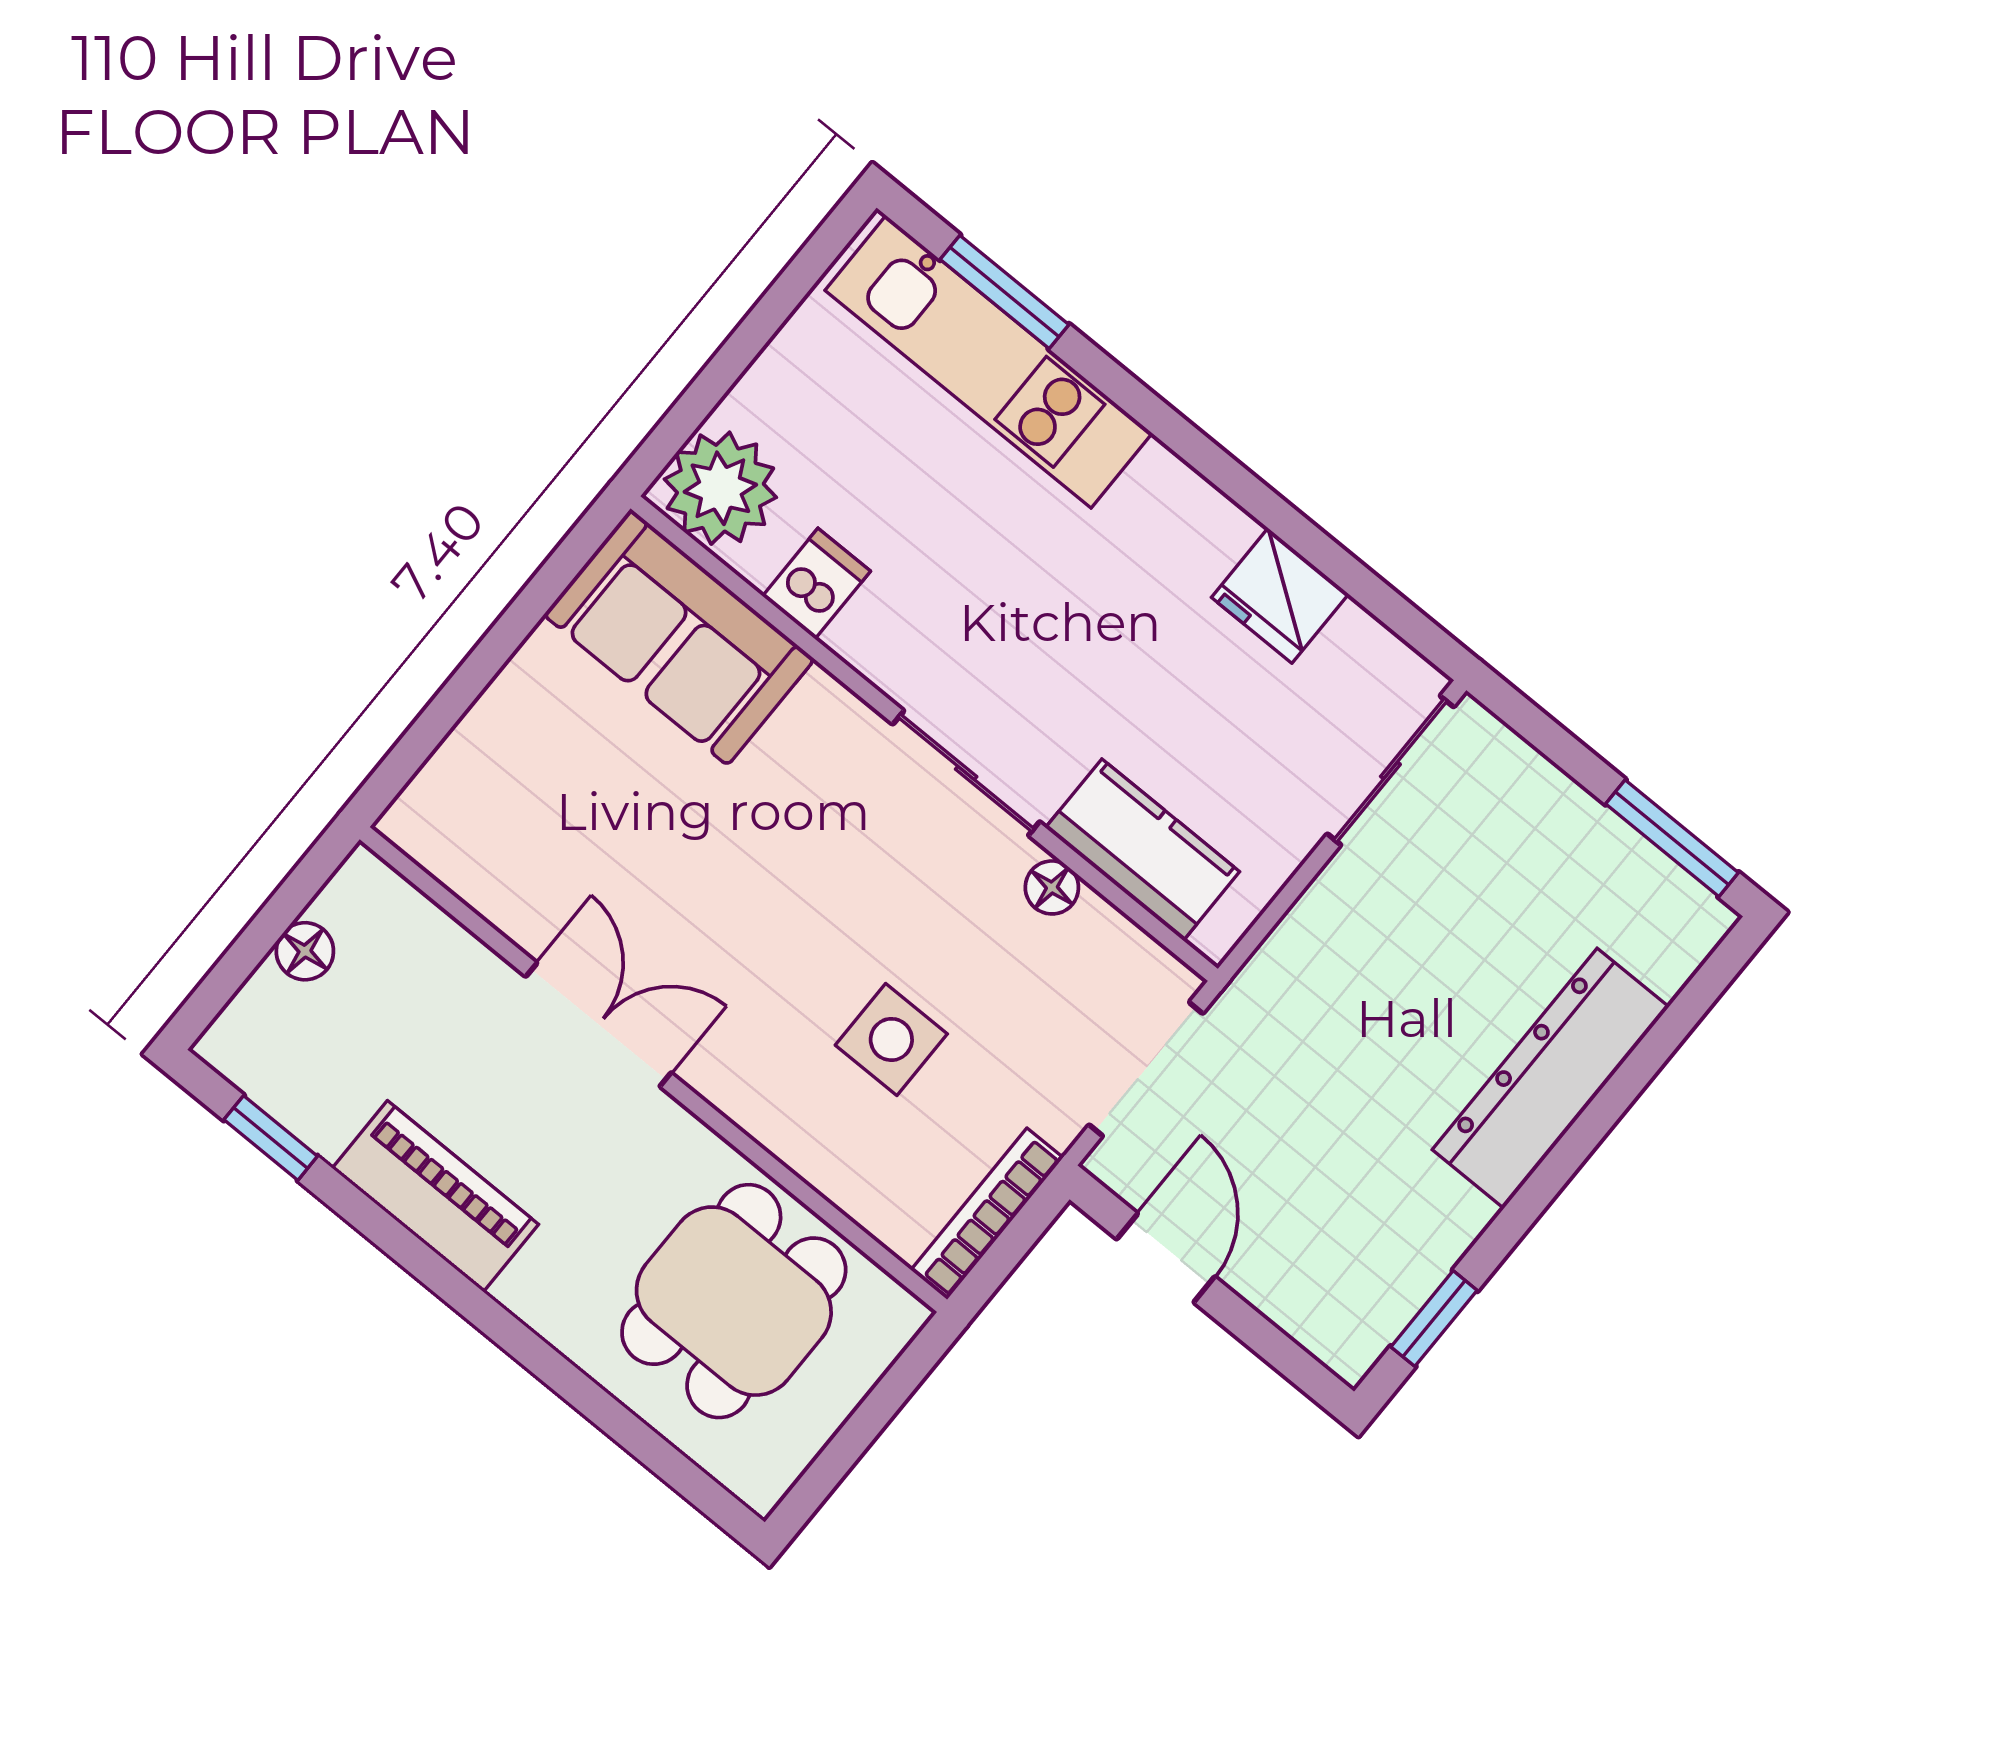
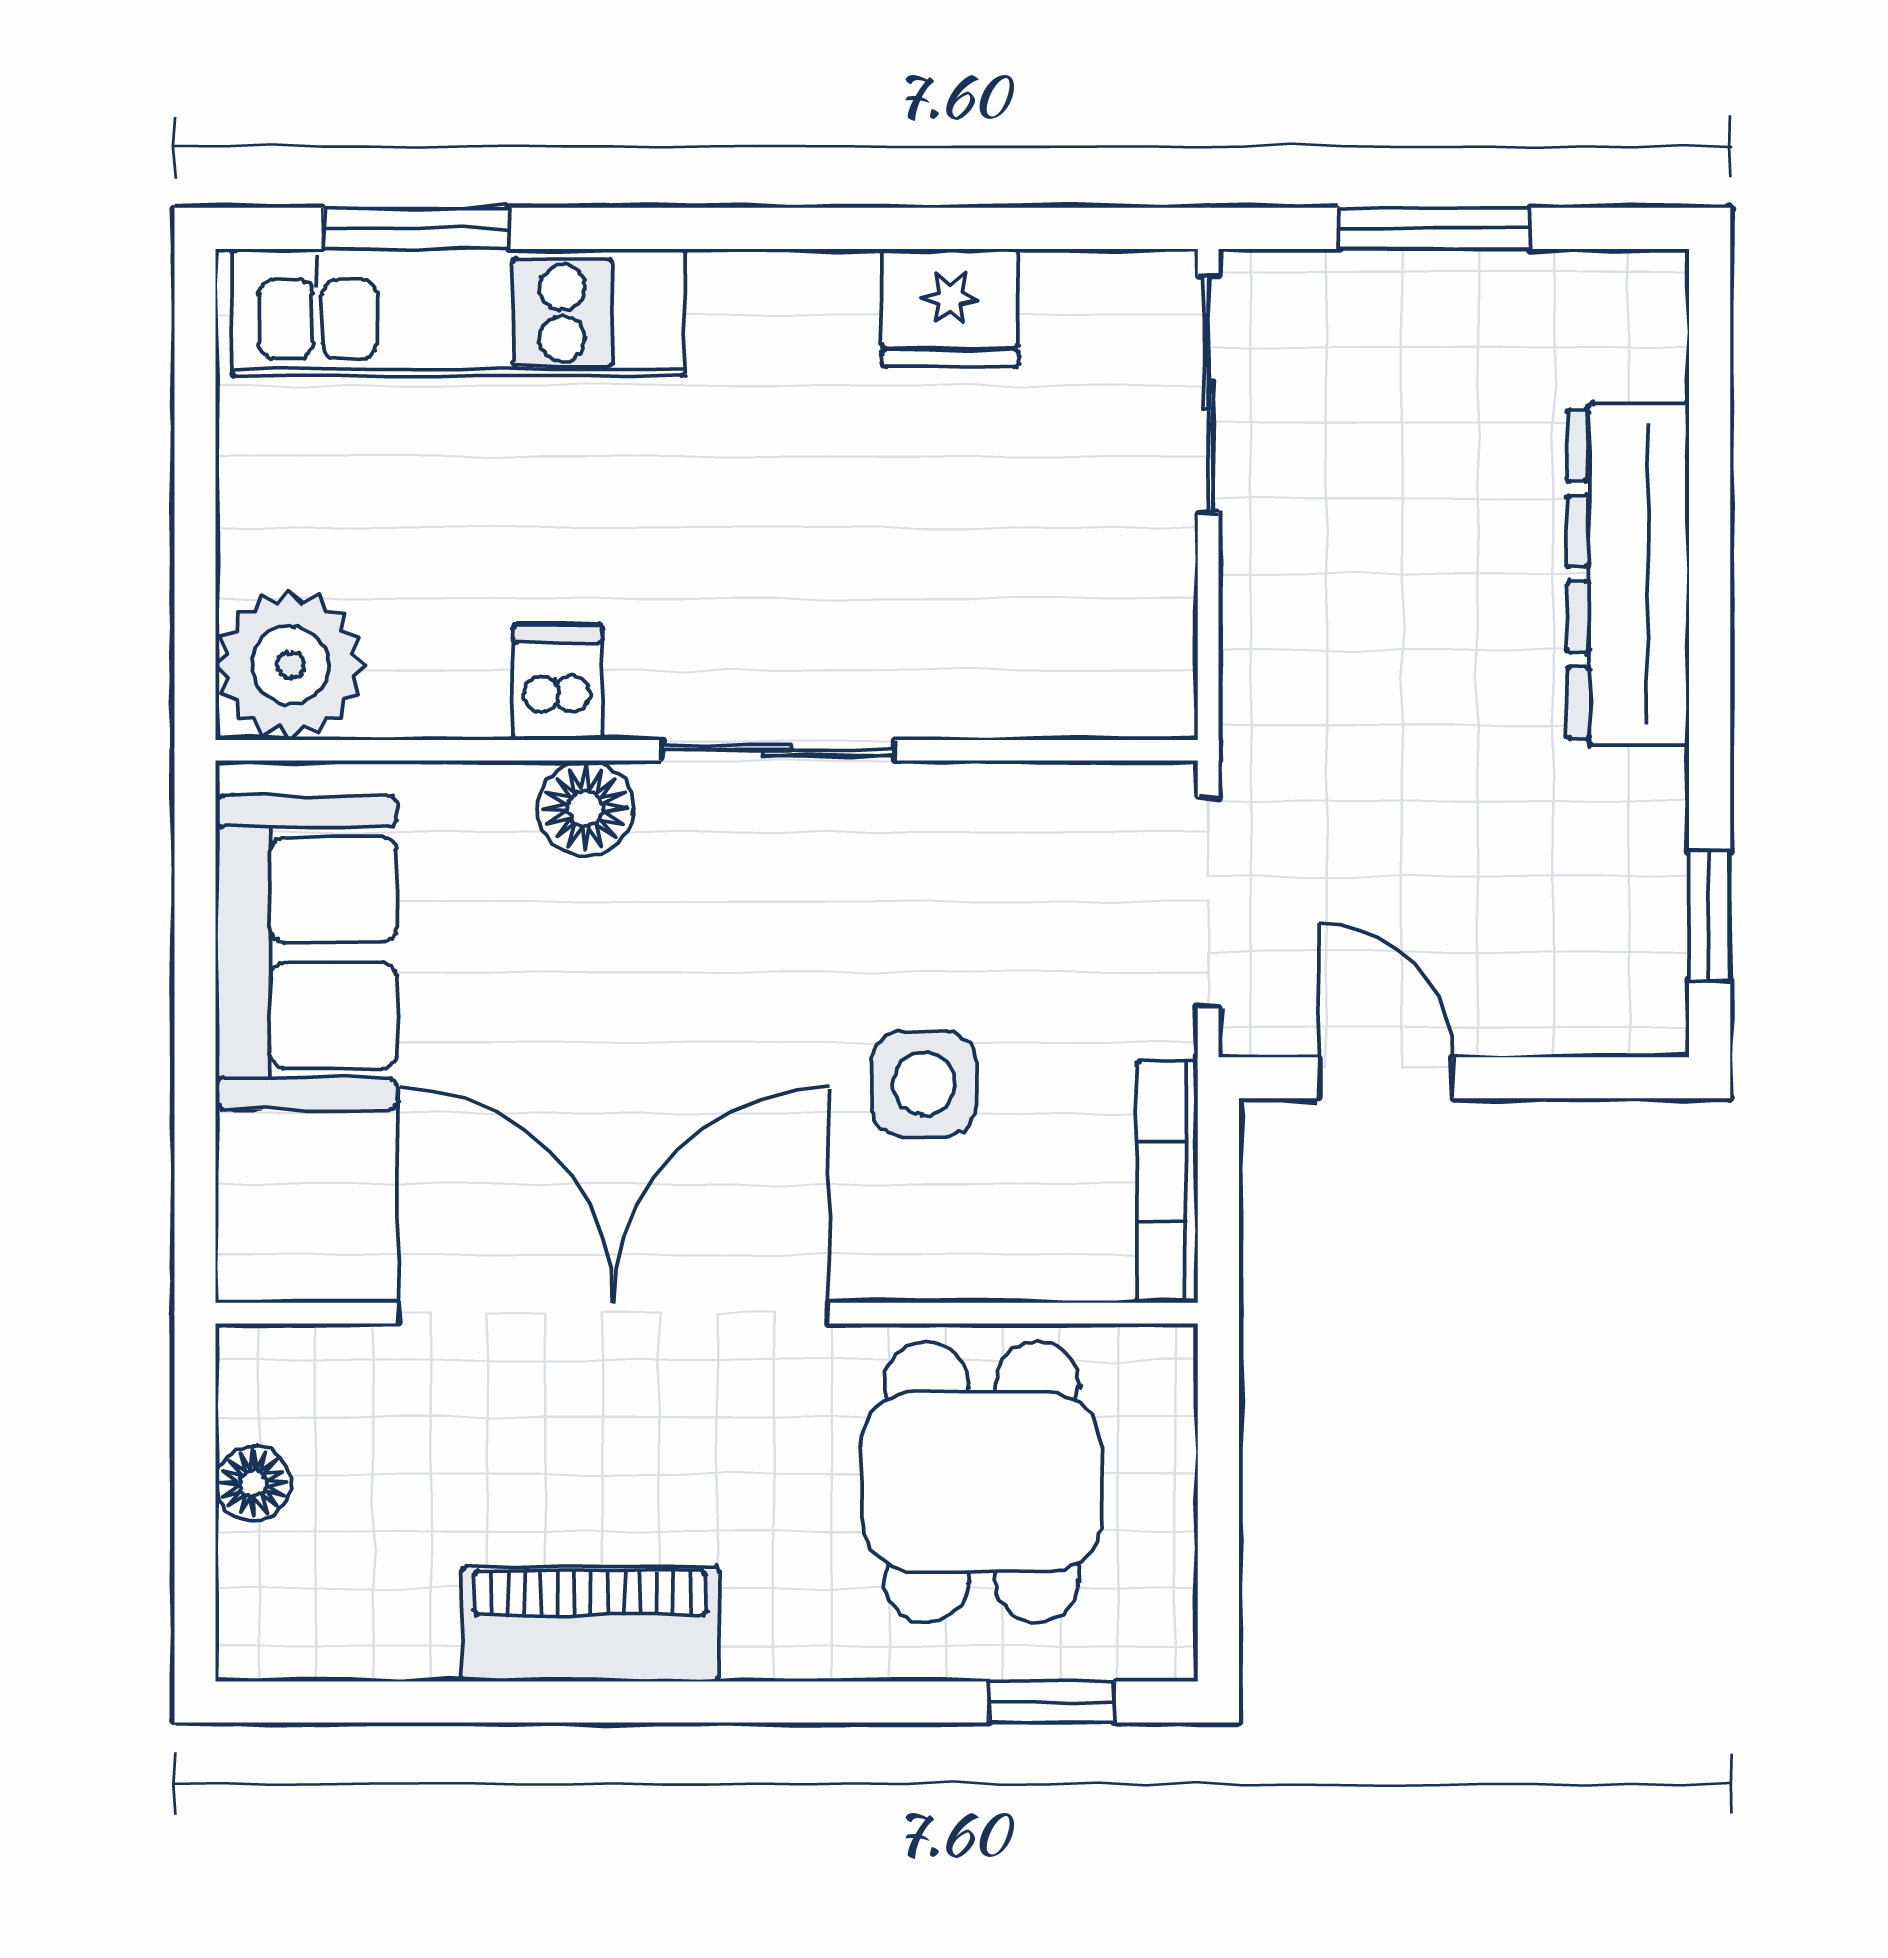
dishwasher: (816, 584) -> (558, 682), moved
sofa: (679, 637) -> (306, 952), moved, turned -90
window: (1672, 838) -> (1435, 228), moved
kitchen counter: (1143, 850) -> (1022, 681), removed
floor lamp: (1052, 887) -> (585, 808), moved, width x1.37, depth x1.37
double door: (598, 1025) -> (613, 1313), width x1.87
window: (271, 1138) -> (1052, 1702), moved

